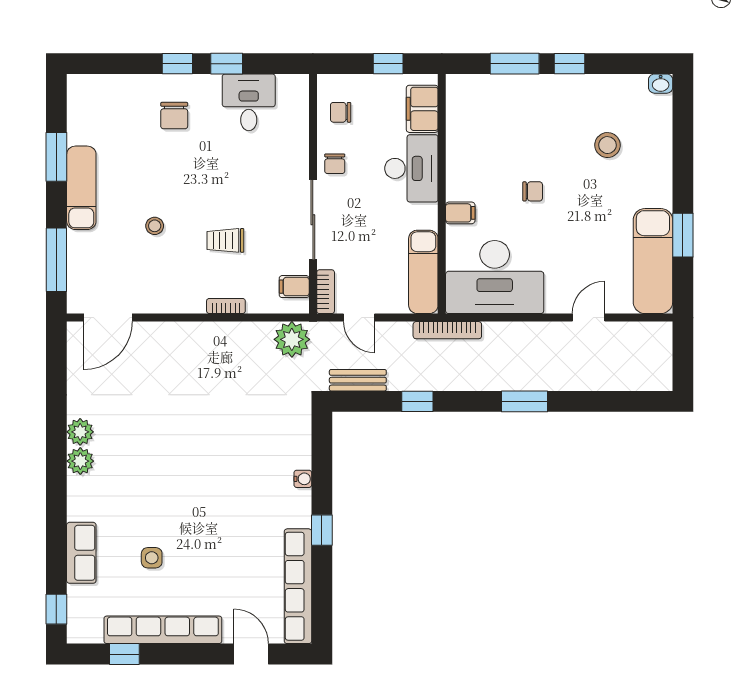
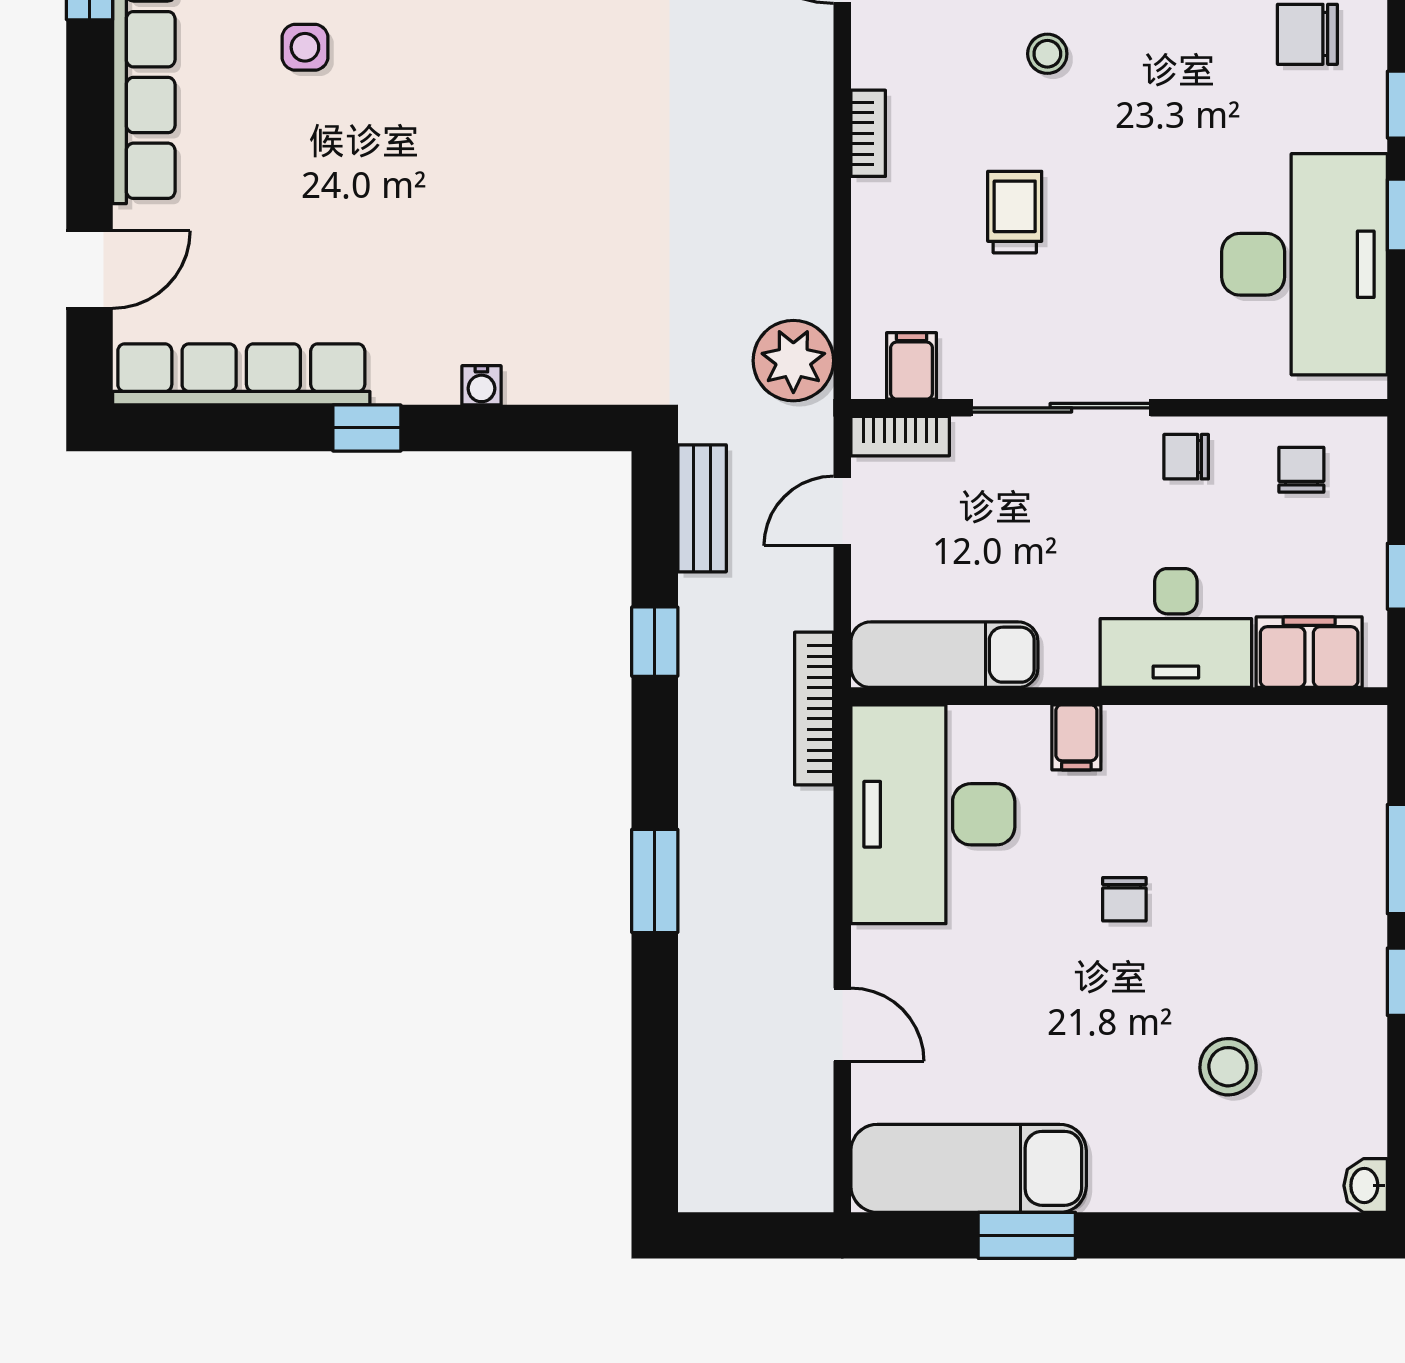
desk: (249, 102) -> (1304, 264), width x1.87, depth x1.30
chair: (174, 116) -> (1307, 34), moved
bookcase: (226, 306) -> (868, 133), moved

